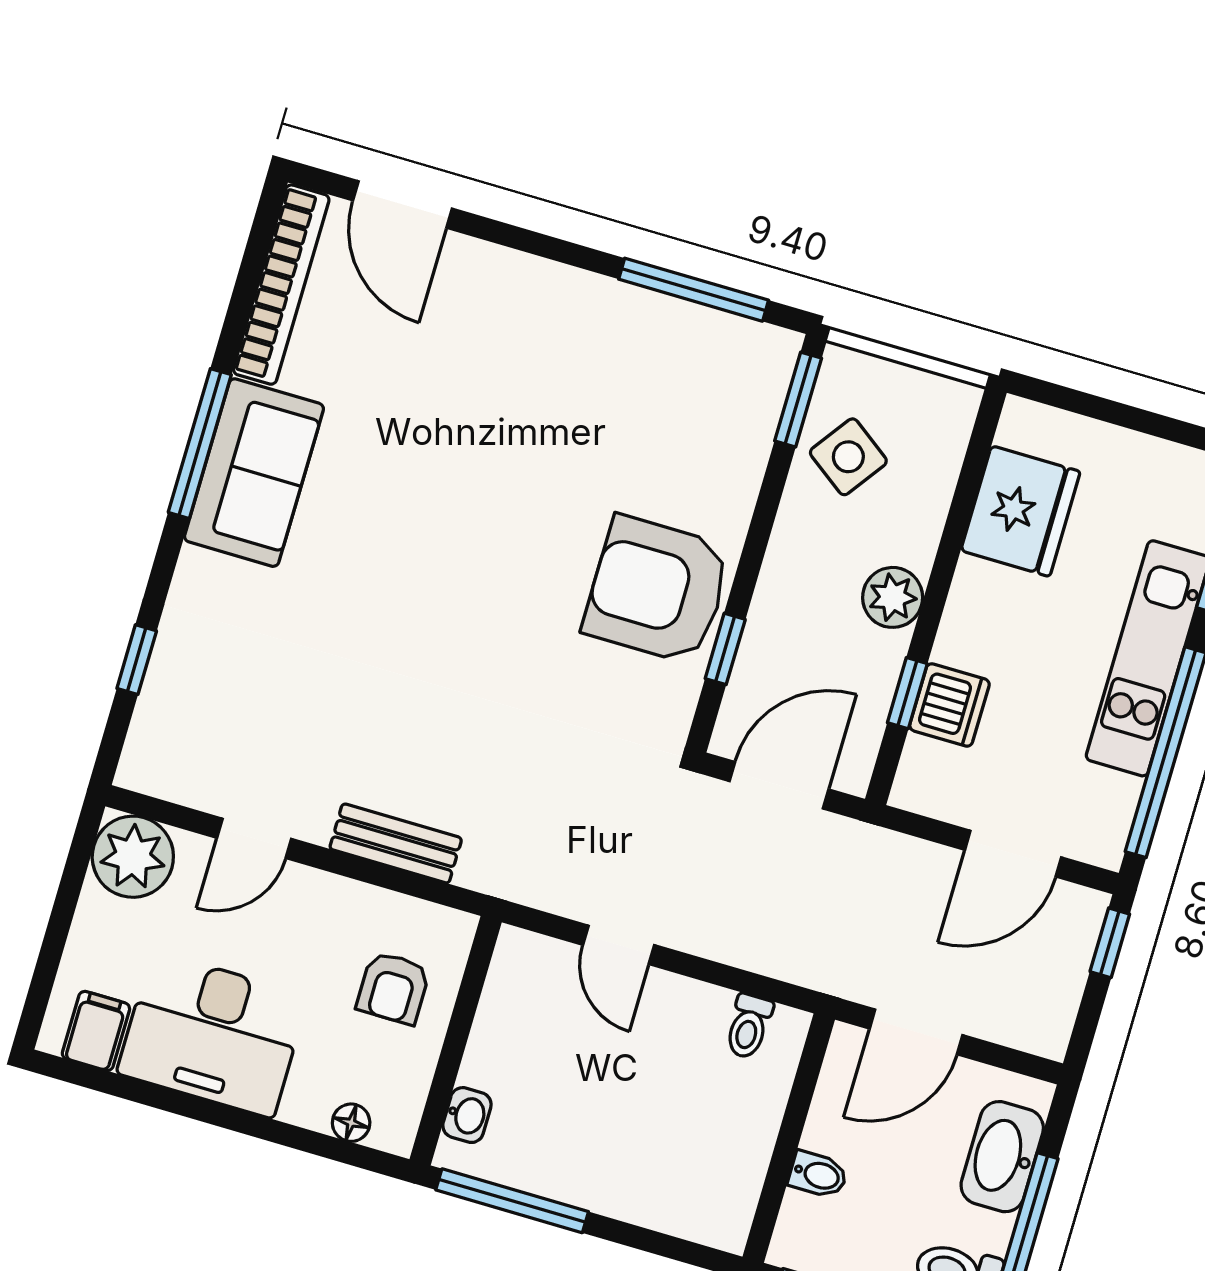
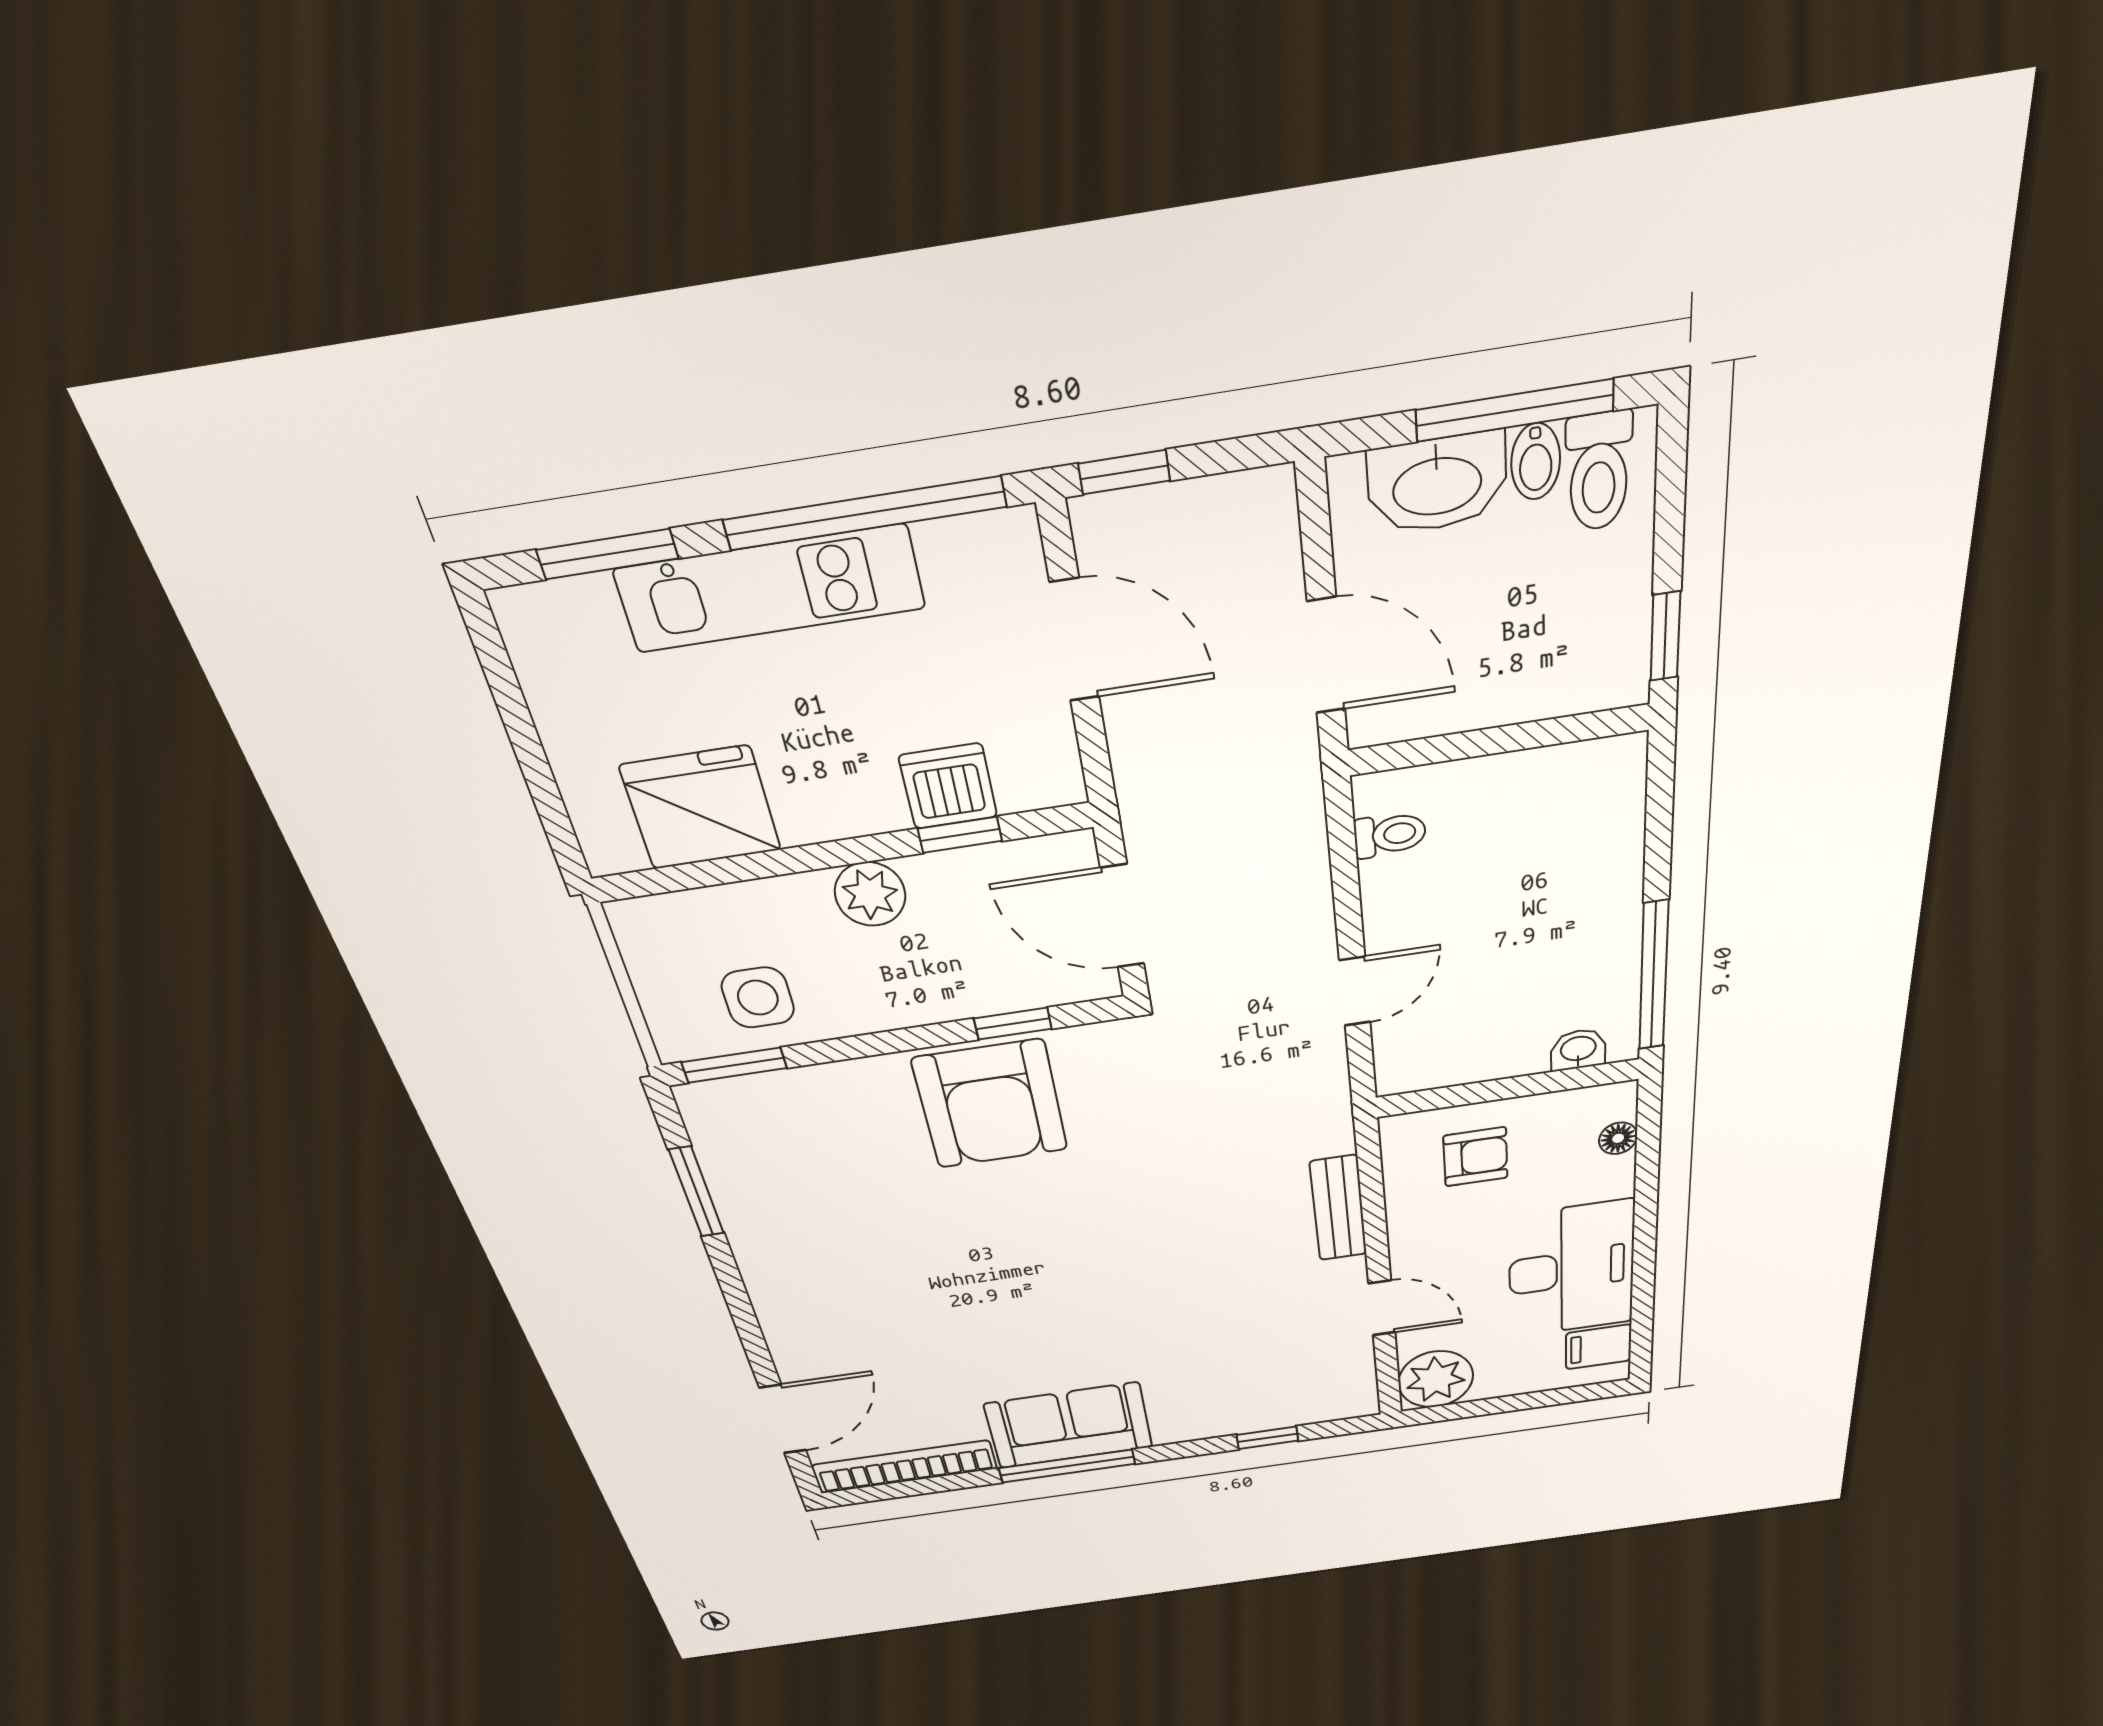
window: (694, 290) -> (696, 1192), width x0.69
side table: (848, 457) -> (758, 998), turned -36
bidet: (818, 1175) -> (1536, 461), moved, turned 180

